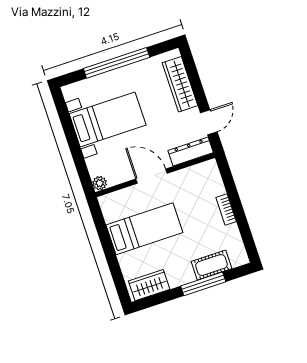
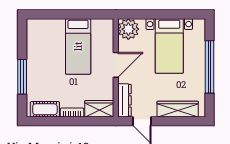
plant: (100, 183) -> (128, 29), width x1.87, depth x1.87
cot: (211, 265) -> (45, 109), moved, turned 90
wardrobe: (149, 285) -> (99, 109), moved, turned -90

